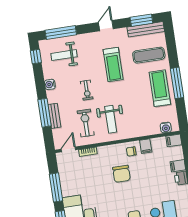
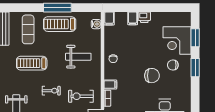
treadmill: (113, 65) -> (32, 63), turned 180
weight bench: (111, 119) -> (78, 57), moved
filing cabinet: (146, 146) -> (110, 85), moved
chair: (121, 174) -> (152, 76), moved

